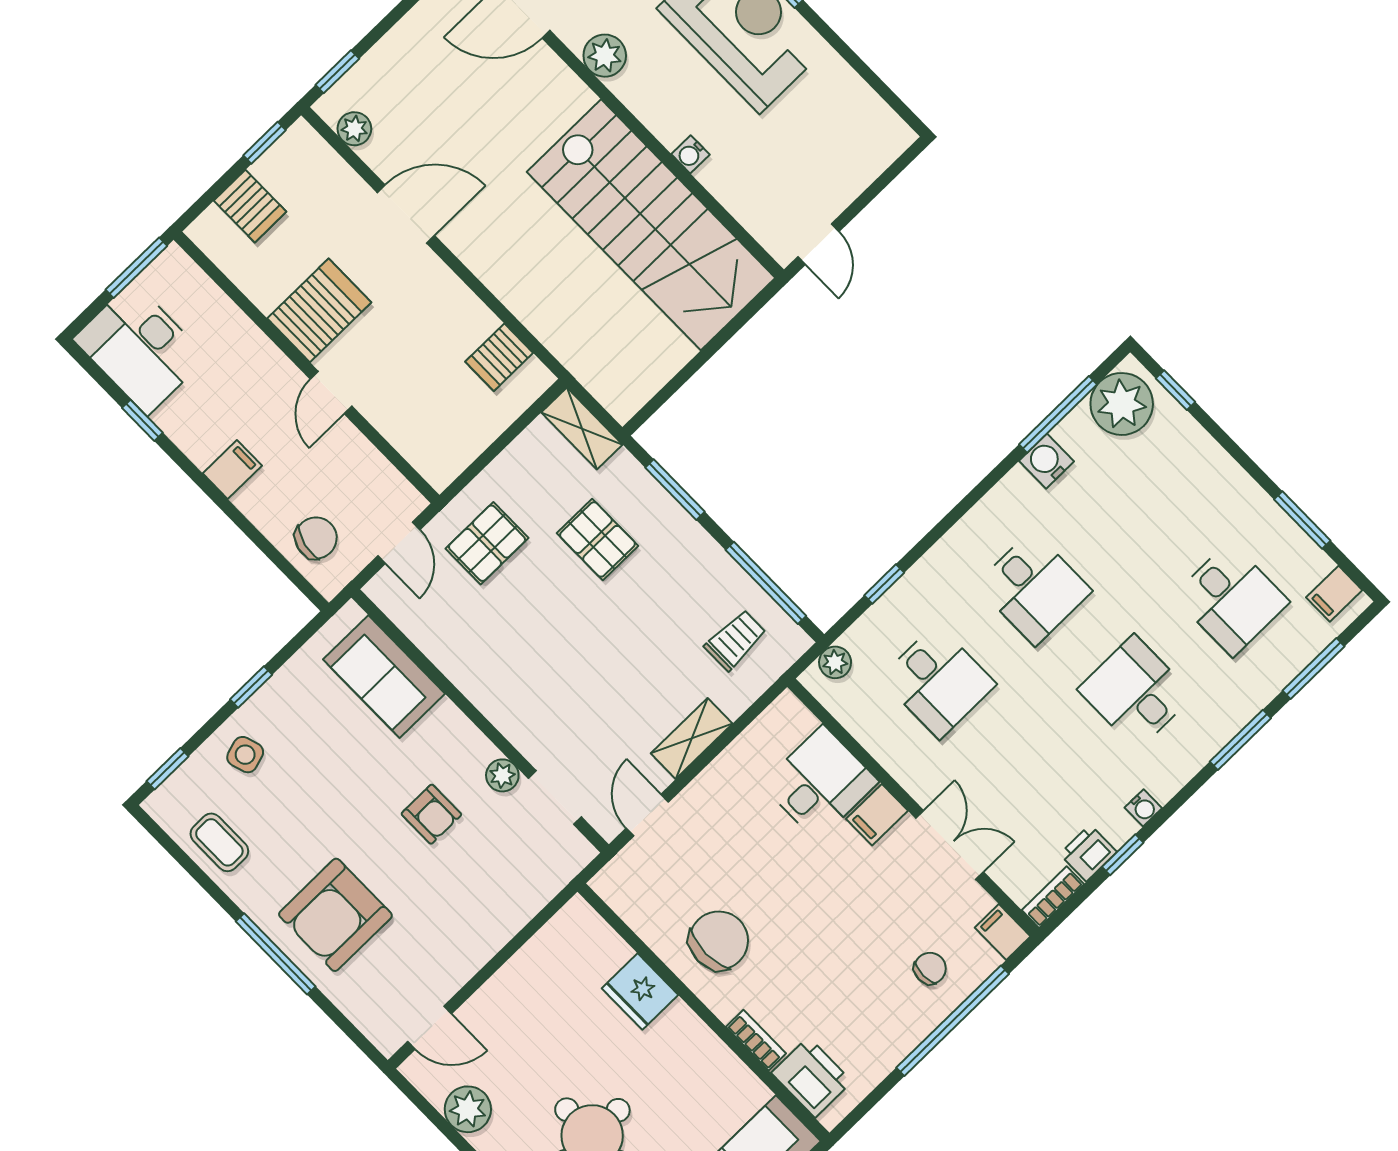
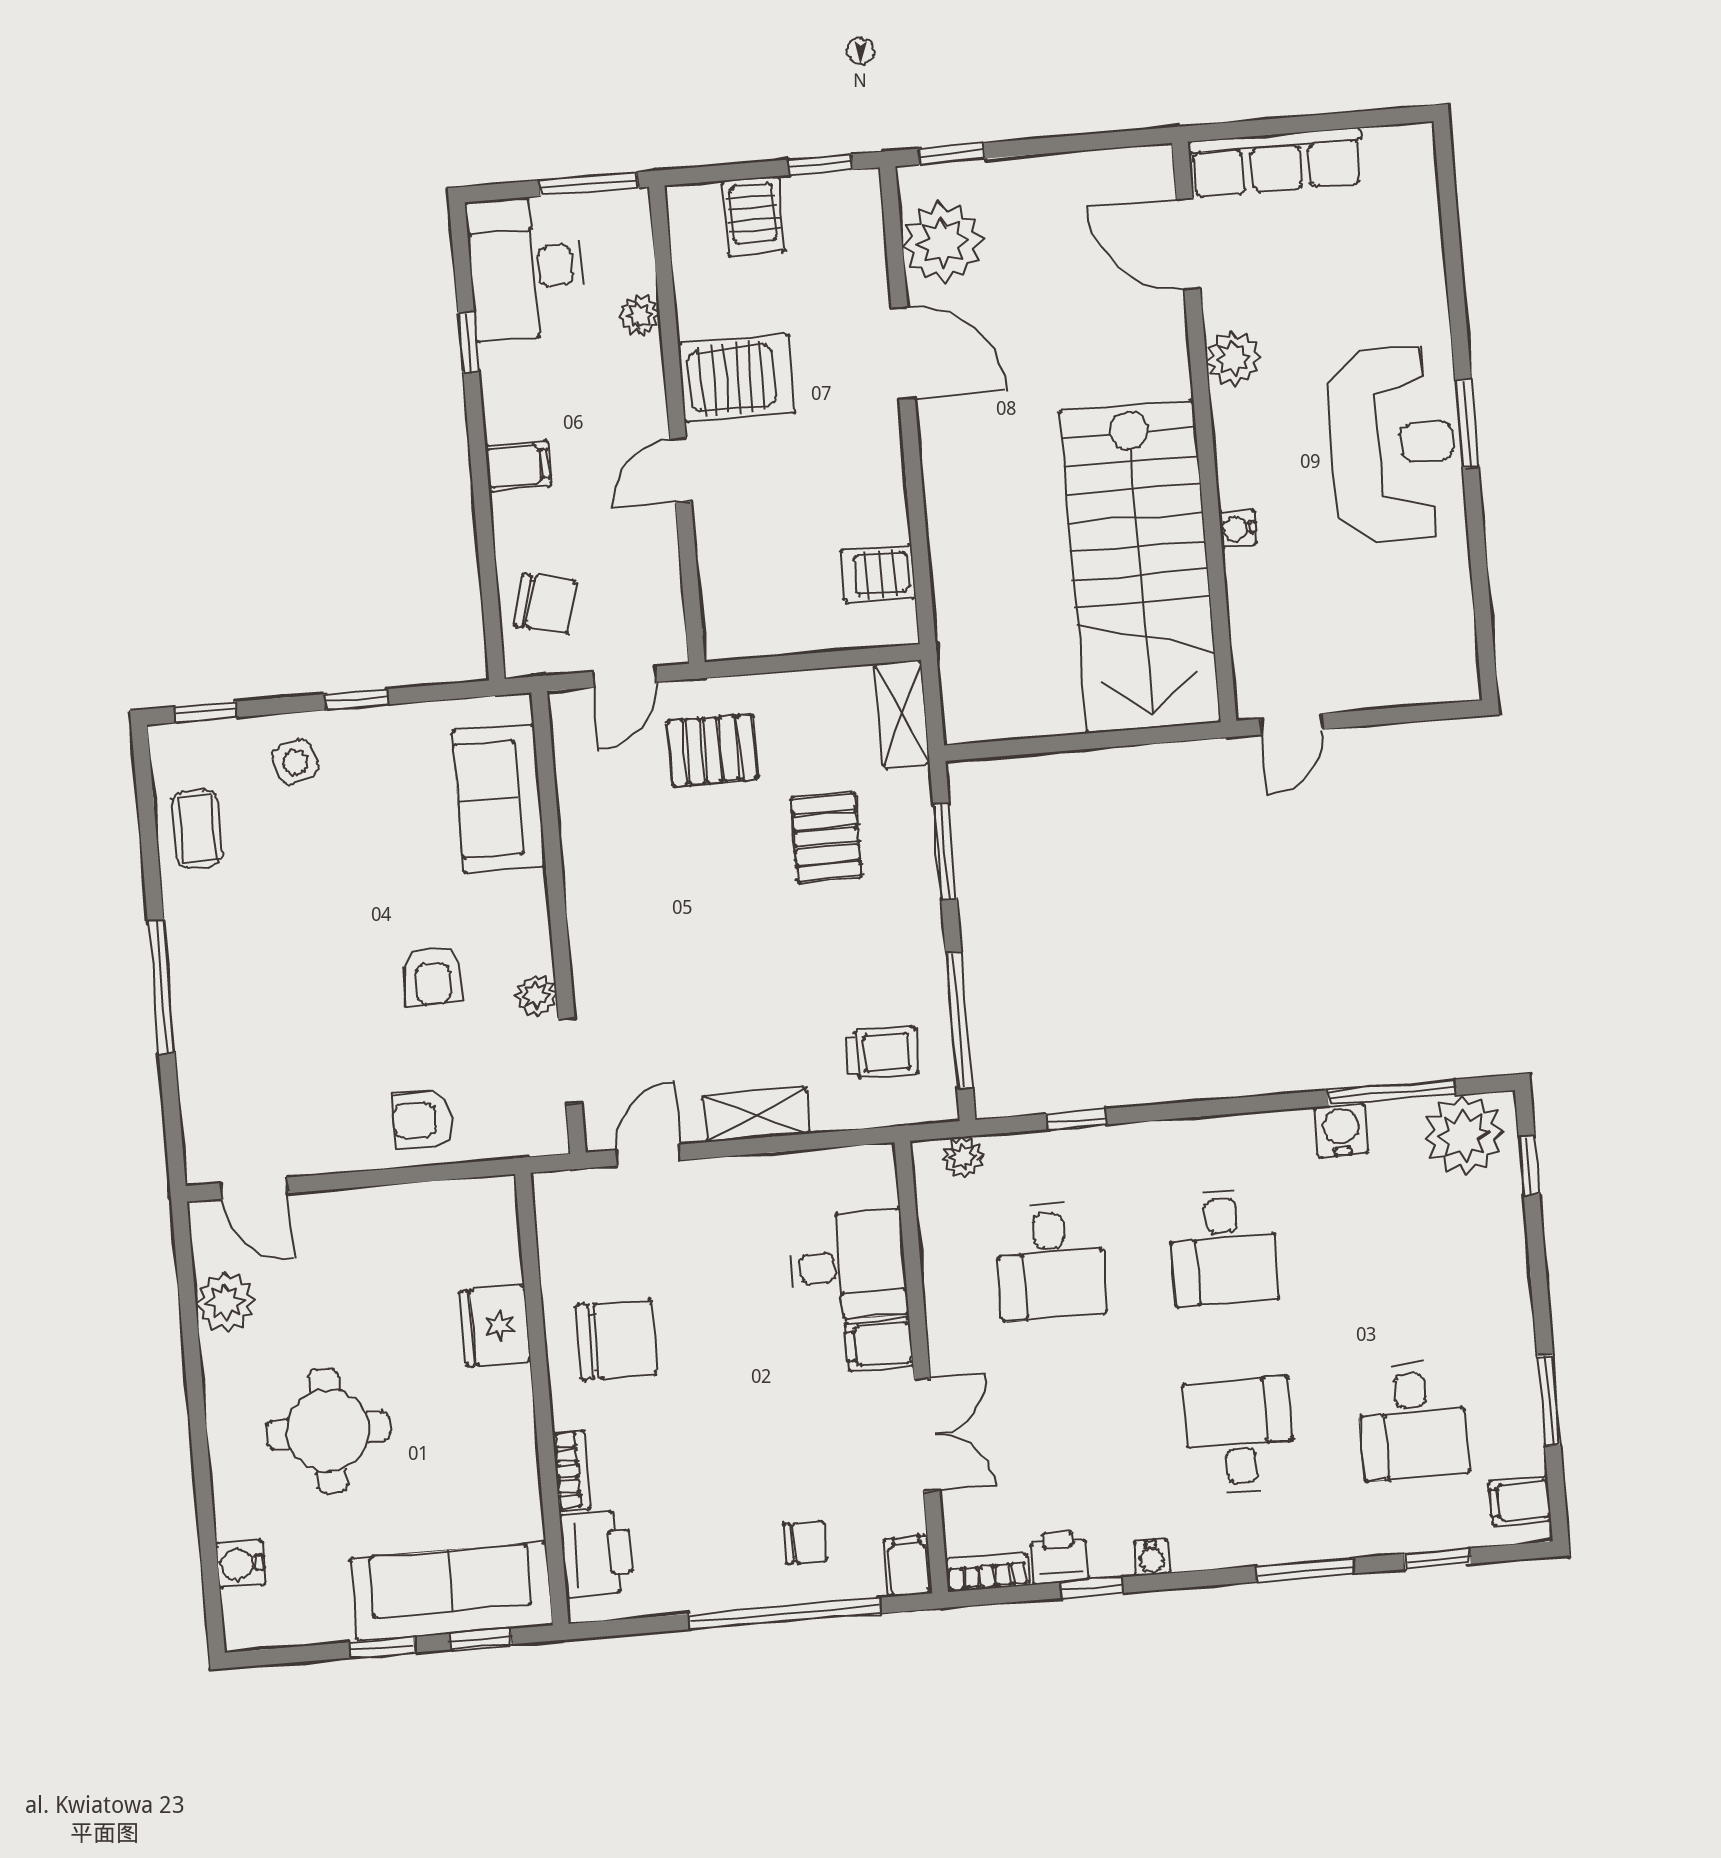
plant: (354, 129) -> (942, 242), width x1.88, depth x1.88
plant: (231, 321) -> (639, 315), added
window: (1314, 669) -> (1437, 1559), width x0.67
armchair: (335, 915) -> (422, 1120), moved, width x0.53, depth x0.53

